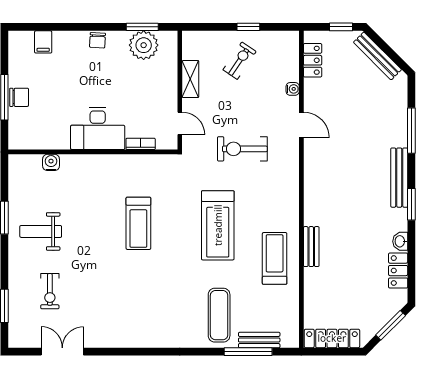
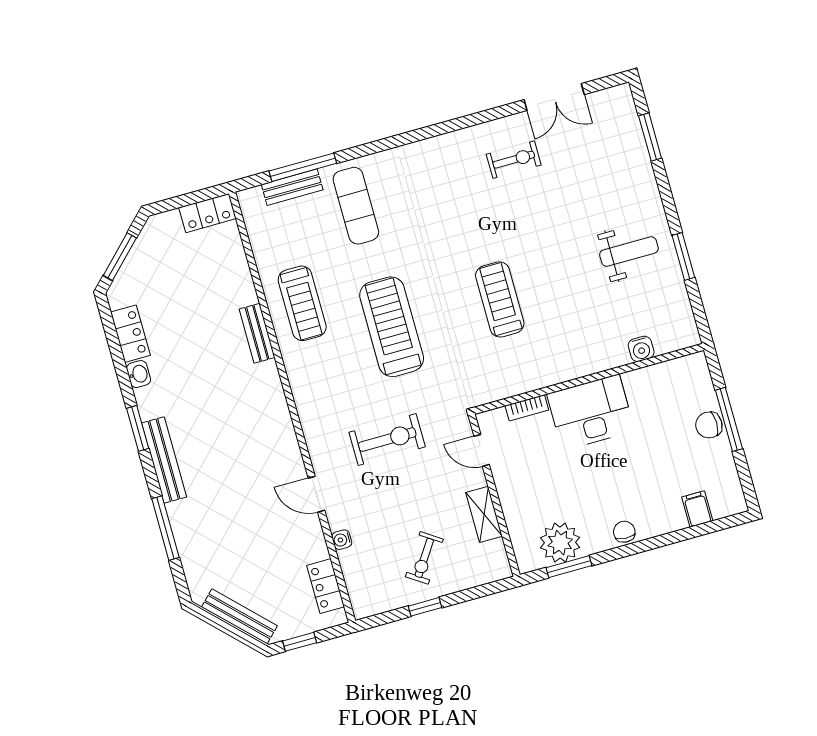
exercise bike: (50, 291) -> (514, 160), moved, turned 90
locker: (332, 338) -> (207, 213), width x0.66

